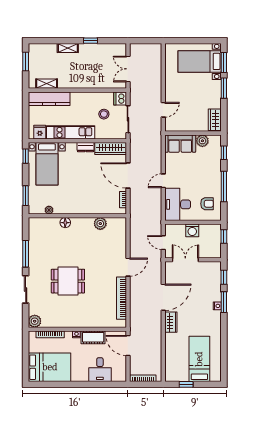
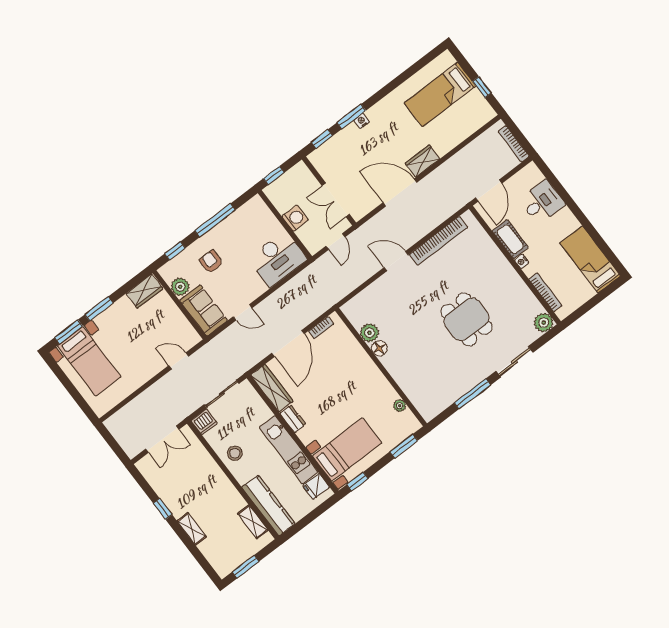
stool: (104, 114) -> (235, 453), moved
door: (163, 181) -> (243, 312), moved
armchair: (207, 204) -> (211, 262), moved
floor lamp: (65, 223) -> (379, 348), moved
bed: (50, 367) -> (590, 259), width x0.67

